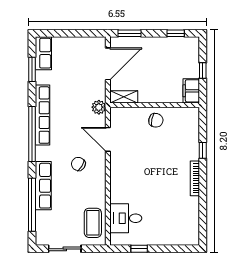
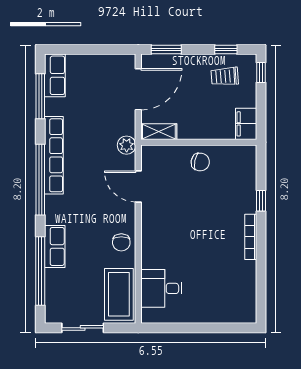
trolley: (175, 54) -> (225, 76), added
window: (32, 69) -> (40, 96), width x1.44
window: (203, 70) -> (261, 73), moved
chair: (78, 164) -> (121, 242), moved, turned -122
row of seats: (43, 186) -> (55, 246), width x0.68
coffee table: (93, 223) -> (119, 294), width x1.36, depth x1.32
window: (139, 249) -> (179, 328), removed

